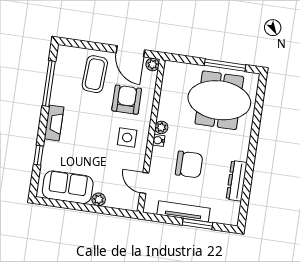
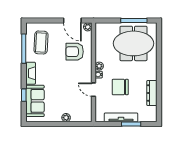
coffee table: (95, 74) -> (41, 42), moved
armchair: (127, 100) -> (75, 52), turned -90
side table: (127, 137) -> (78, 76), removed
chair: (189, 164) -> (120, 87), turned 180
door: (144, 183) -> (93, 90), moved
sofa: (68, 187) -> (35, 101), moved, turned 90

